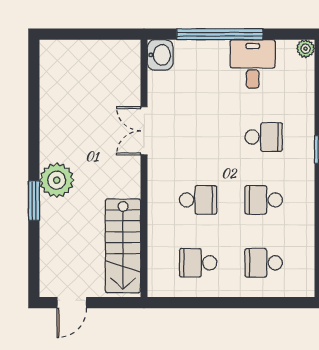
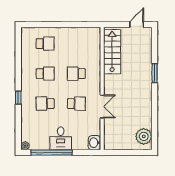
window: (220, 34) -> (52, 153), moved
desk: (253, 64) -> (61, 138), moved
plant: (57, 180) -> (144, 136), moved
school desk: (198, 263) -> (76, 104), moved

